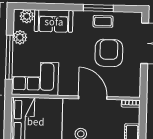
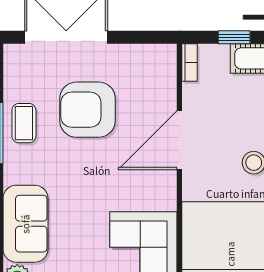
window: (143, 126) -> (234, 37), added

